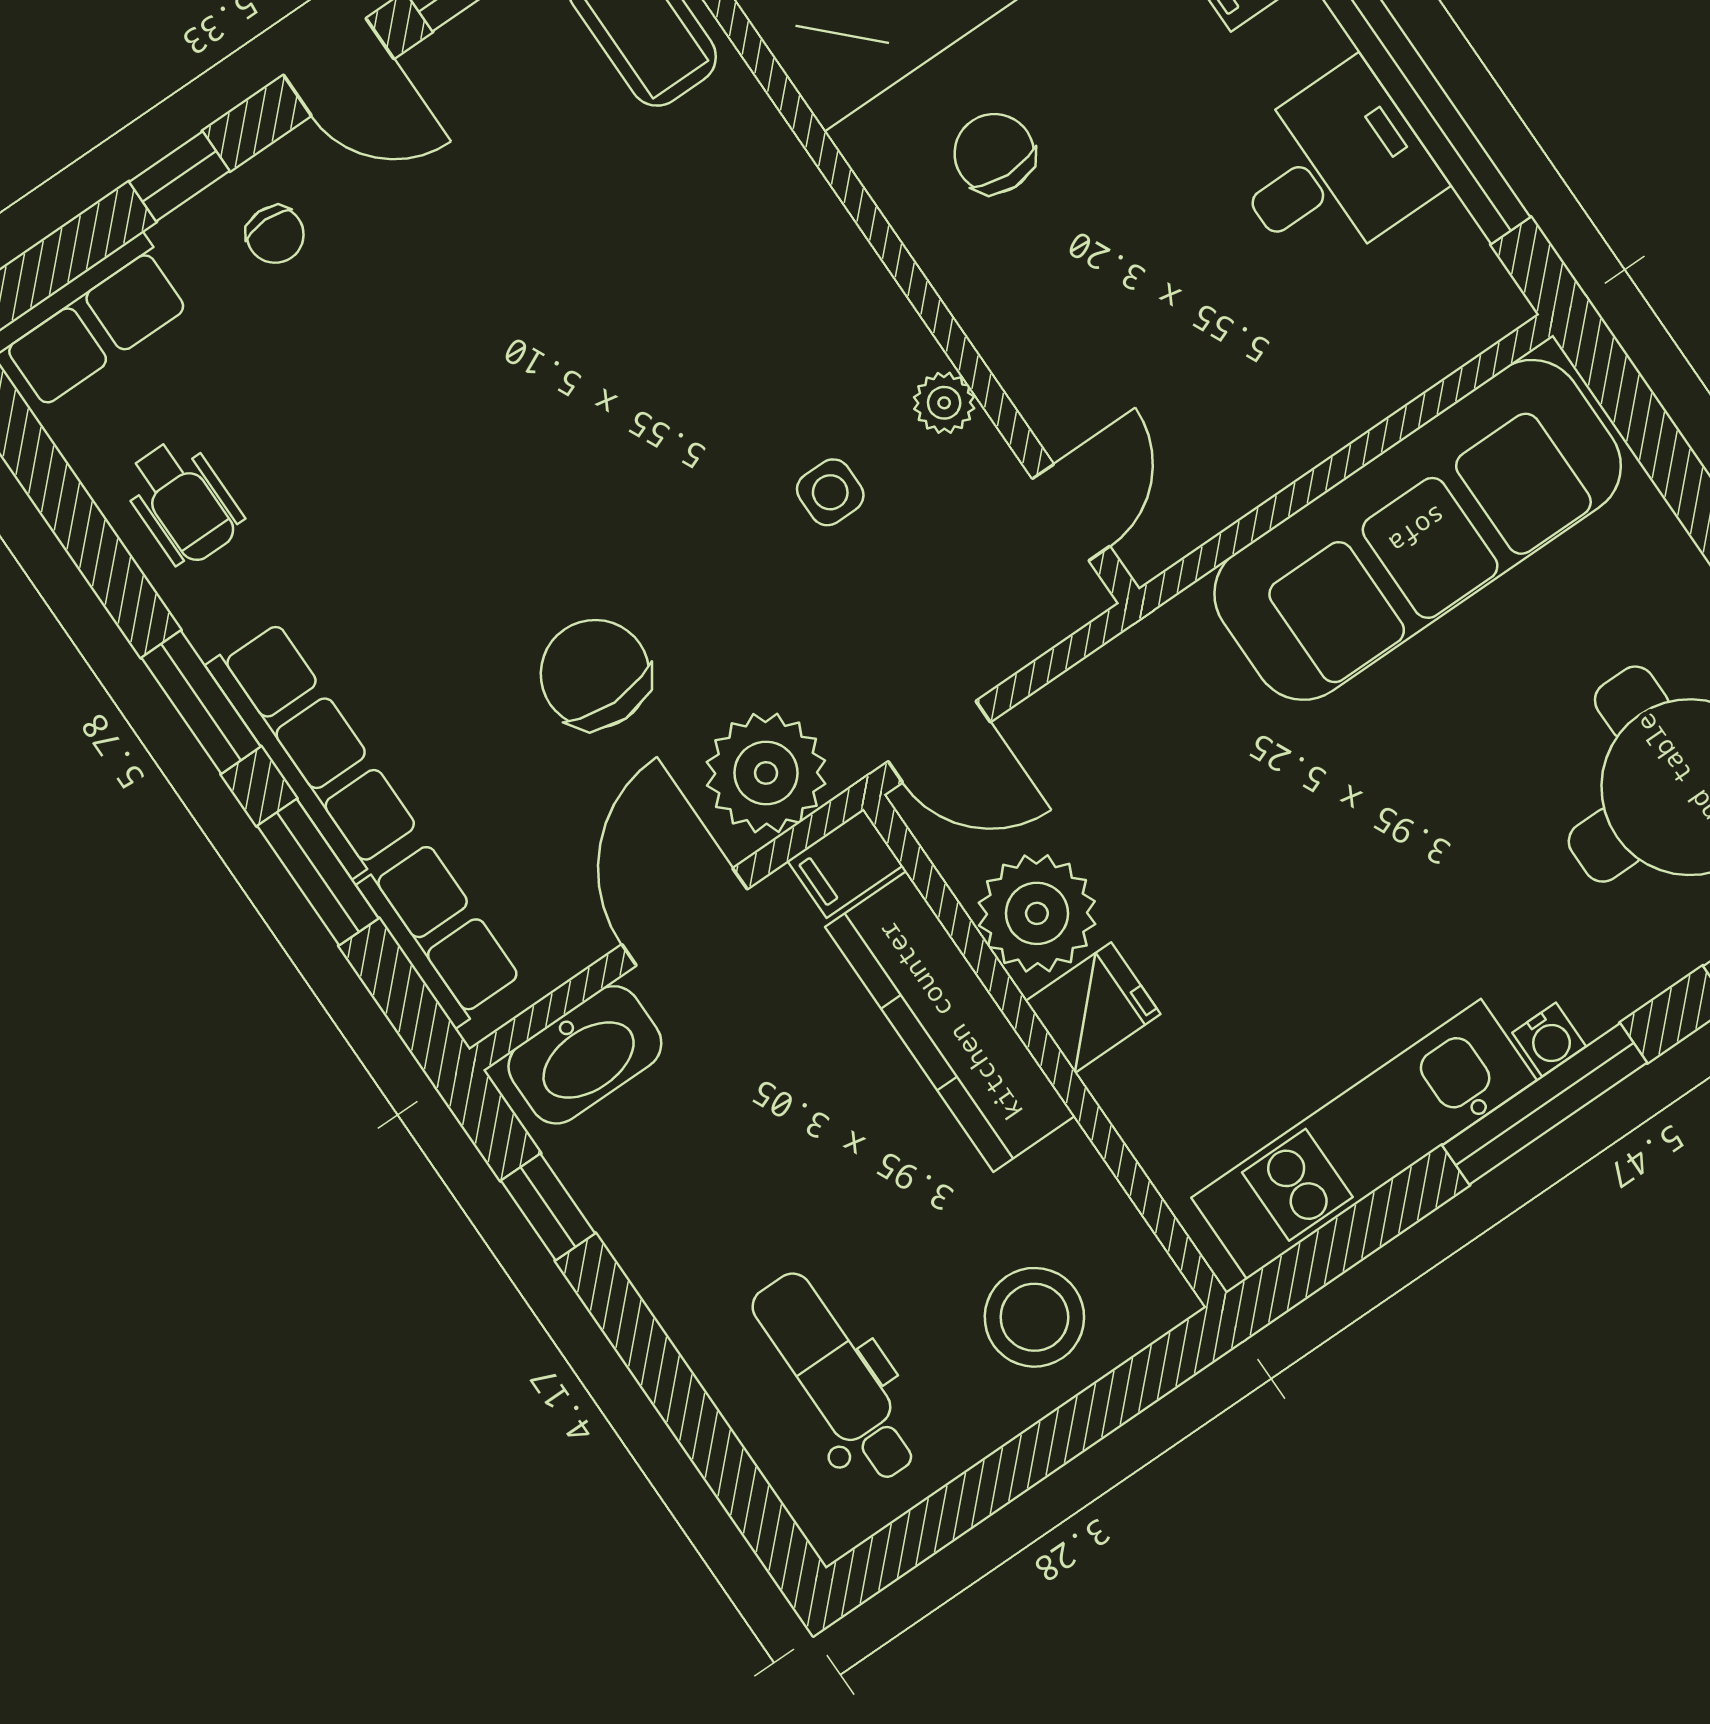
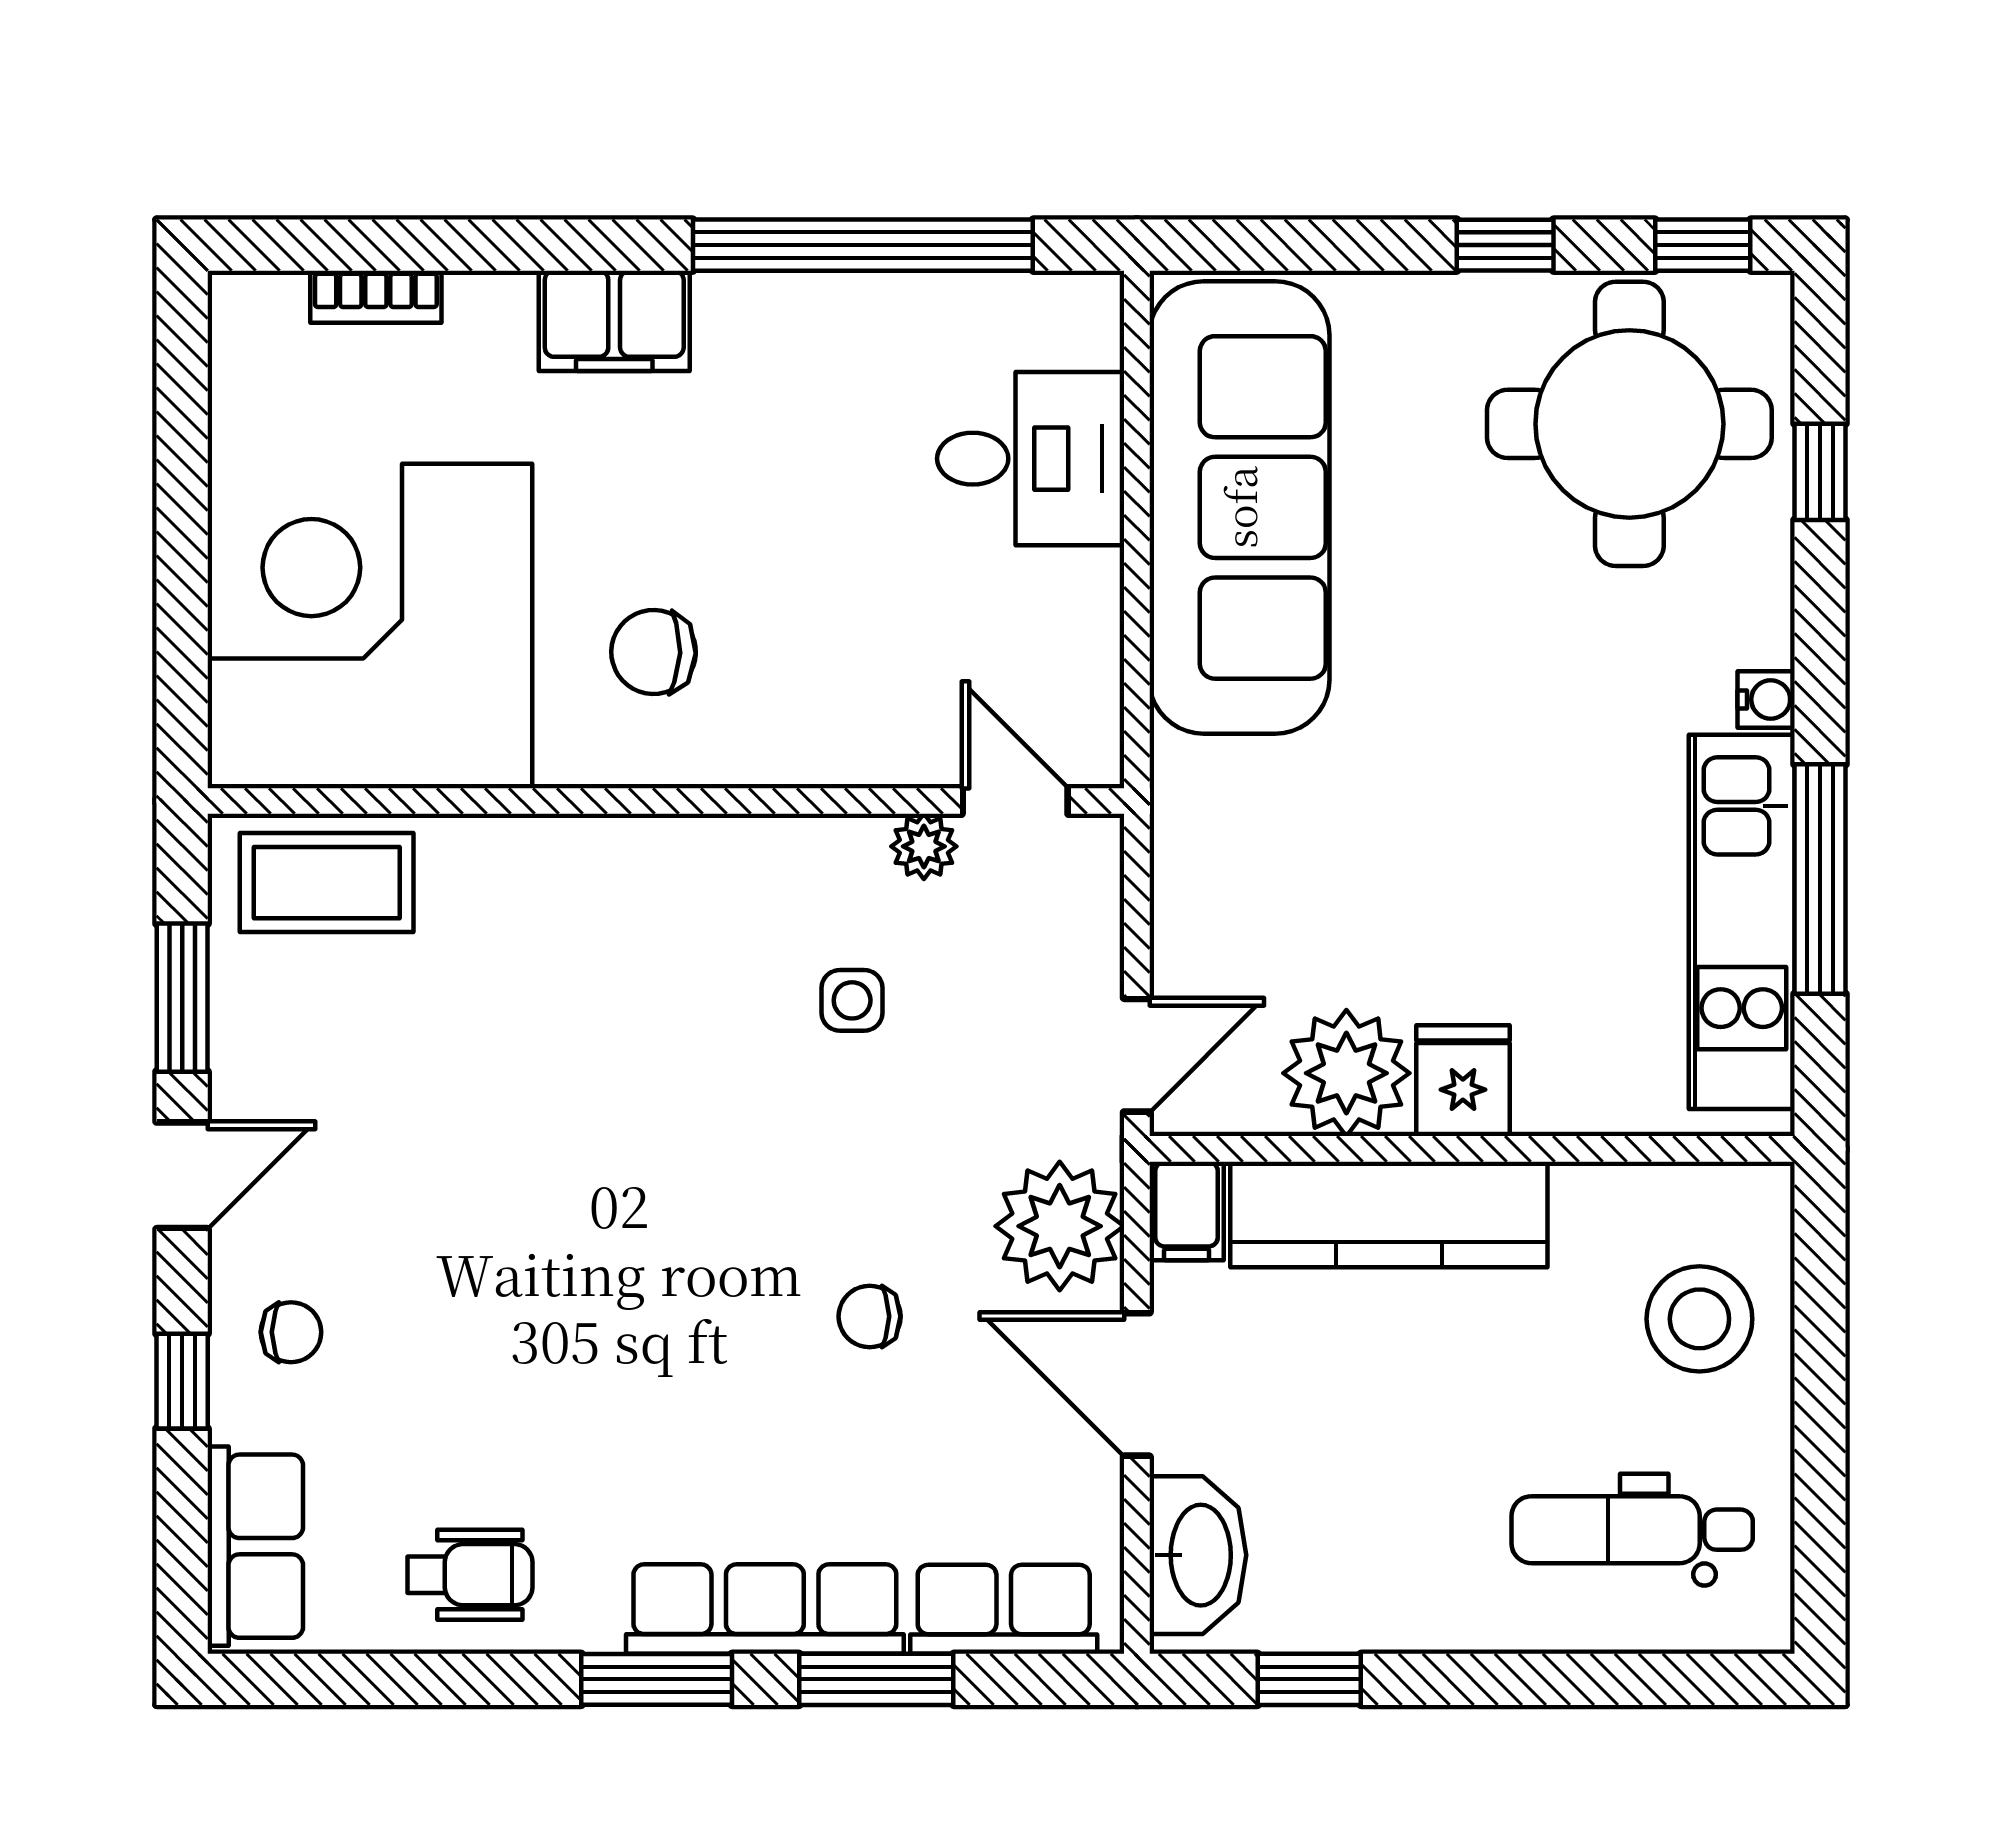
desk: (1333, 169) -> (1031, 459), moved, turned 90
plant: (944, 403) -> (924, 846), moved
chair: (595, 674) -> (870, 1316), width x0.54, depth x0.54
window: (1545, 1104) -> (1820, 879), moved

